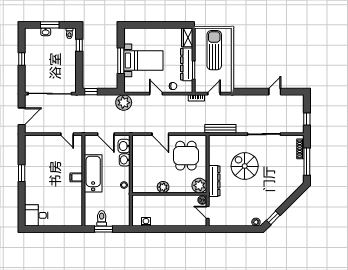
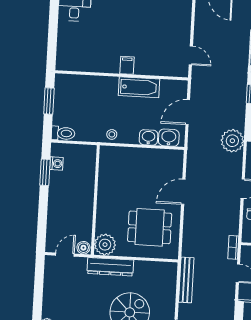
door: (67, 134) -> (191, 55), swing flipped
bathtub: (93, 173) -> (139, 87), width x0.73, depth x0.73
plant: (163, 187) -> (106, 191), removed
toilet: (102, 218) -> (63, 133), moved
window: (152, 229) -> (45, 172), added

